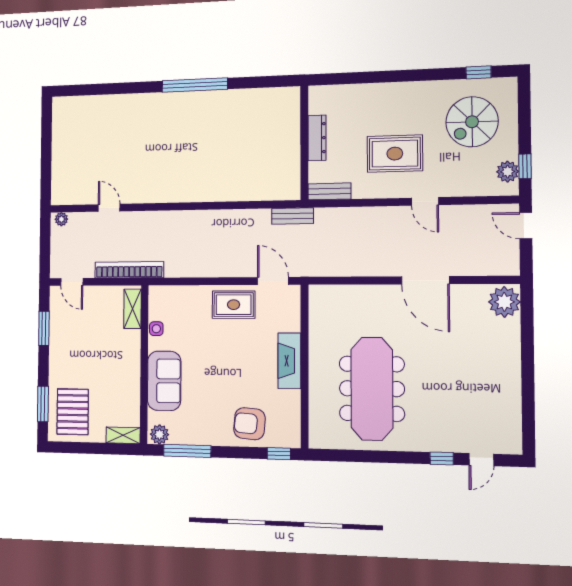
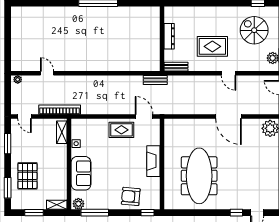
spiral stairs: (472, 122) -> (254, 30), turned 90
pallet: (73, 412) -> (27, 176), moved
window: (85, 448) -> (34, 213), added

